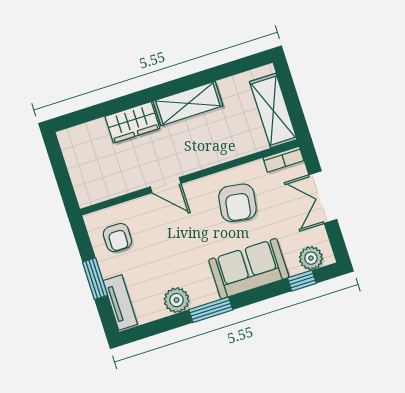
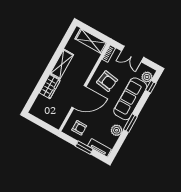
door: (166, 185) -> (79, 97), width x1.87
sofa: (249, 269) -> (130, 99), width x1.36

